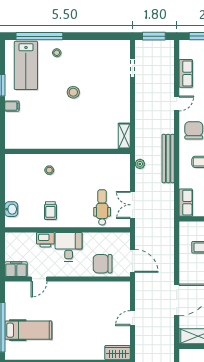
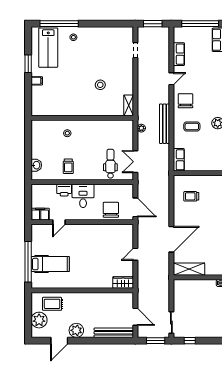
stool: (73, 92) -> (100, 85), moved
chair: (103, 264) -> (111, 210), turned 90

